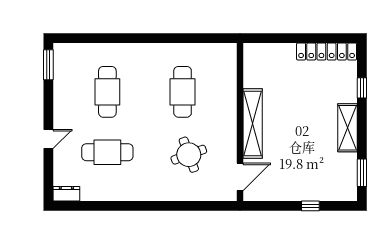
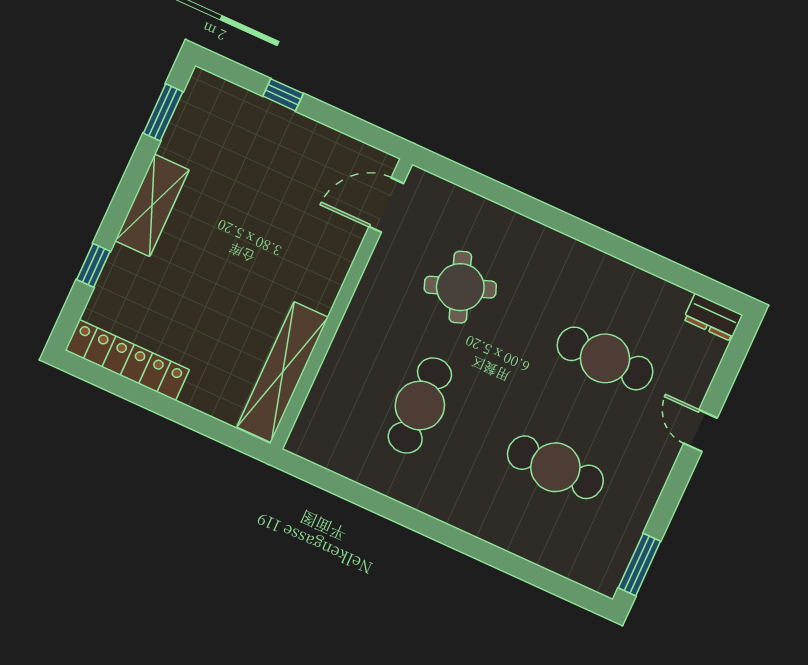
cafe table: (107, 92) -> (555, 467), turned 90
shelving: (253, 124) -> (283, 372), moved
door: (48, 139) -> (700, 431), hinge flipped

